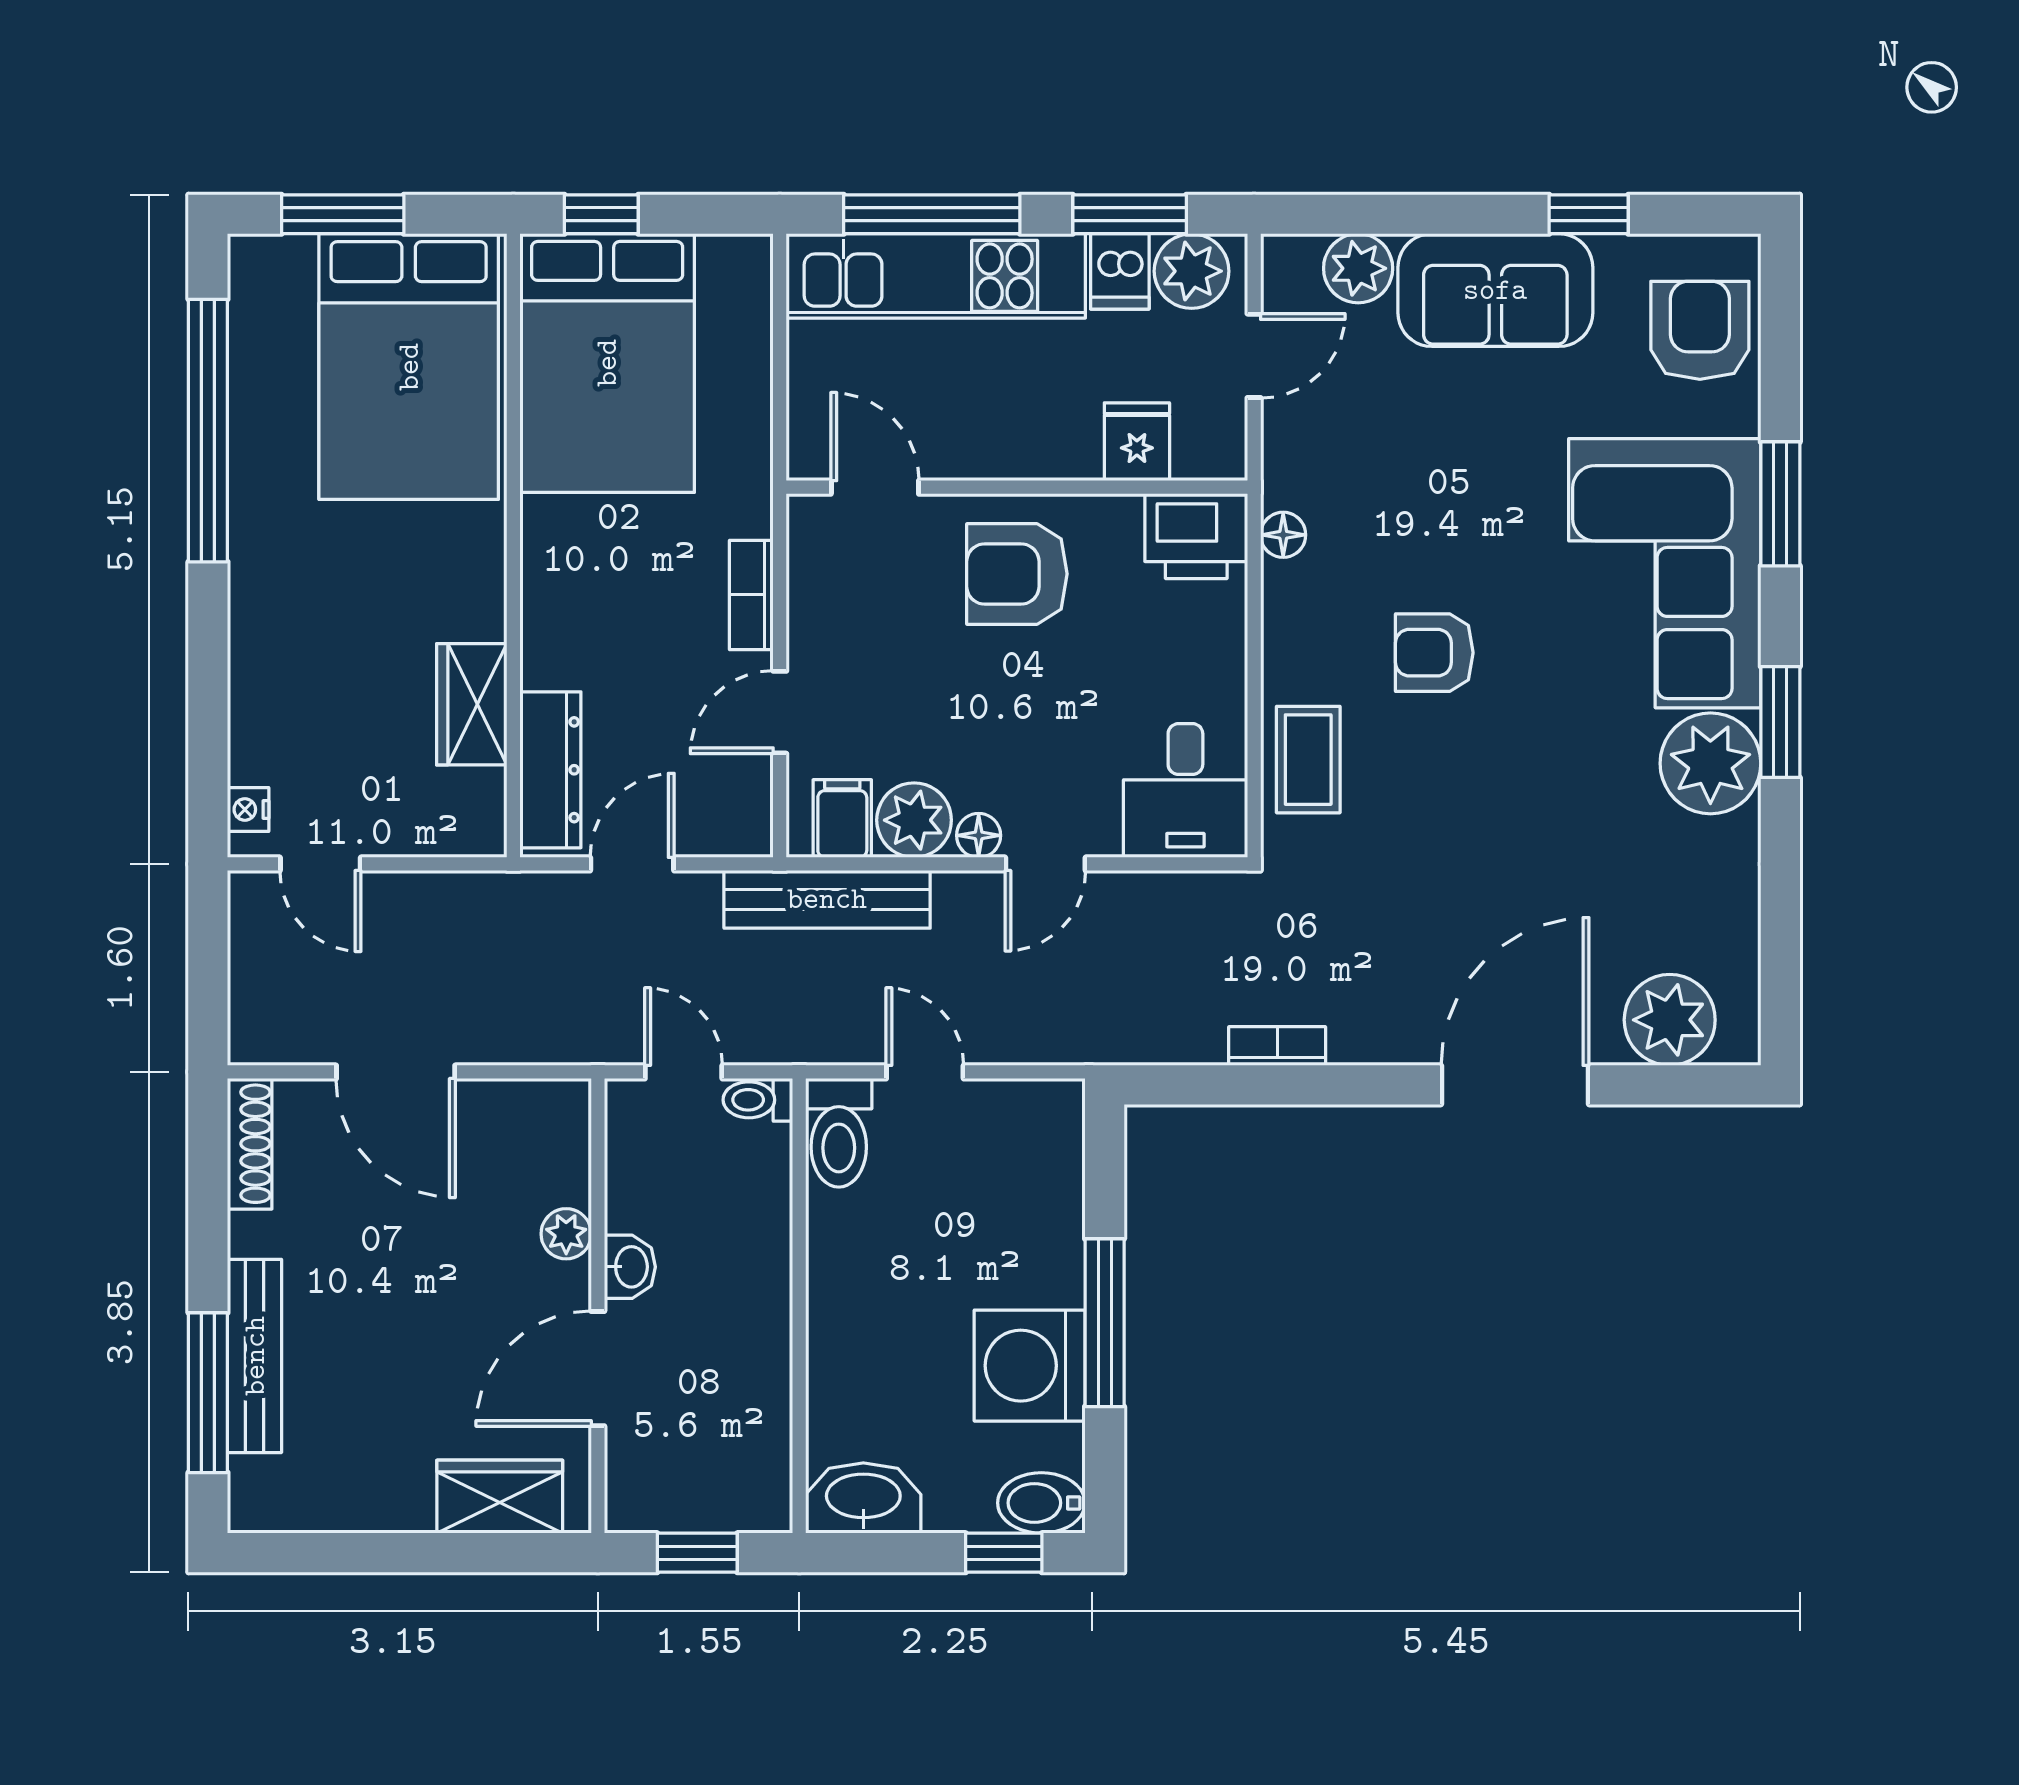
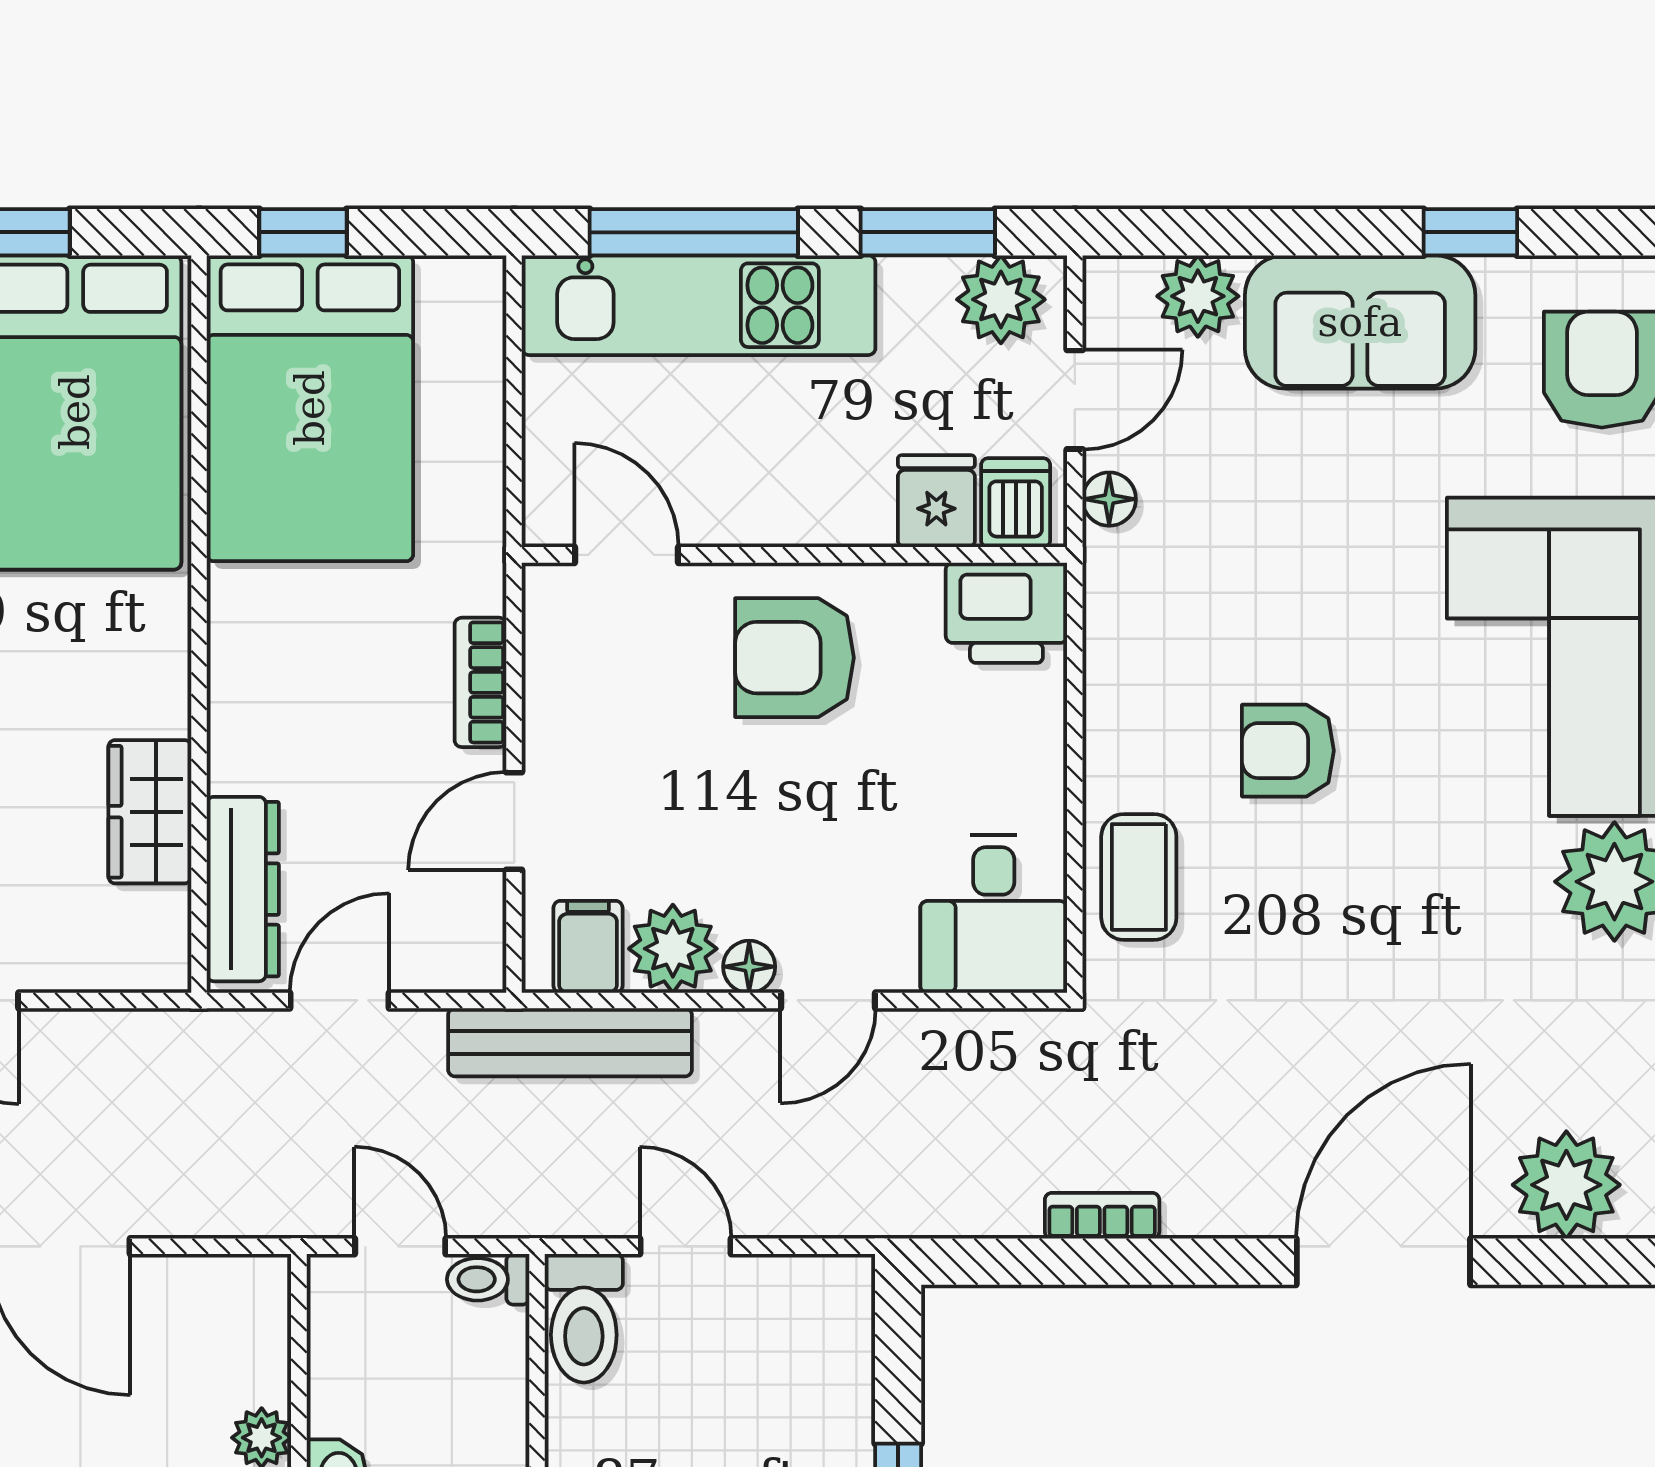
dishwasher: (1120, 271) -> (1016, 503), moved, turned 180
floor lamp: (1283, 535) -> (1109, 499), moved

